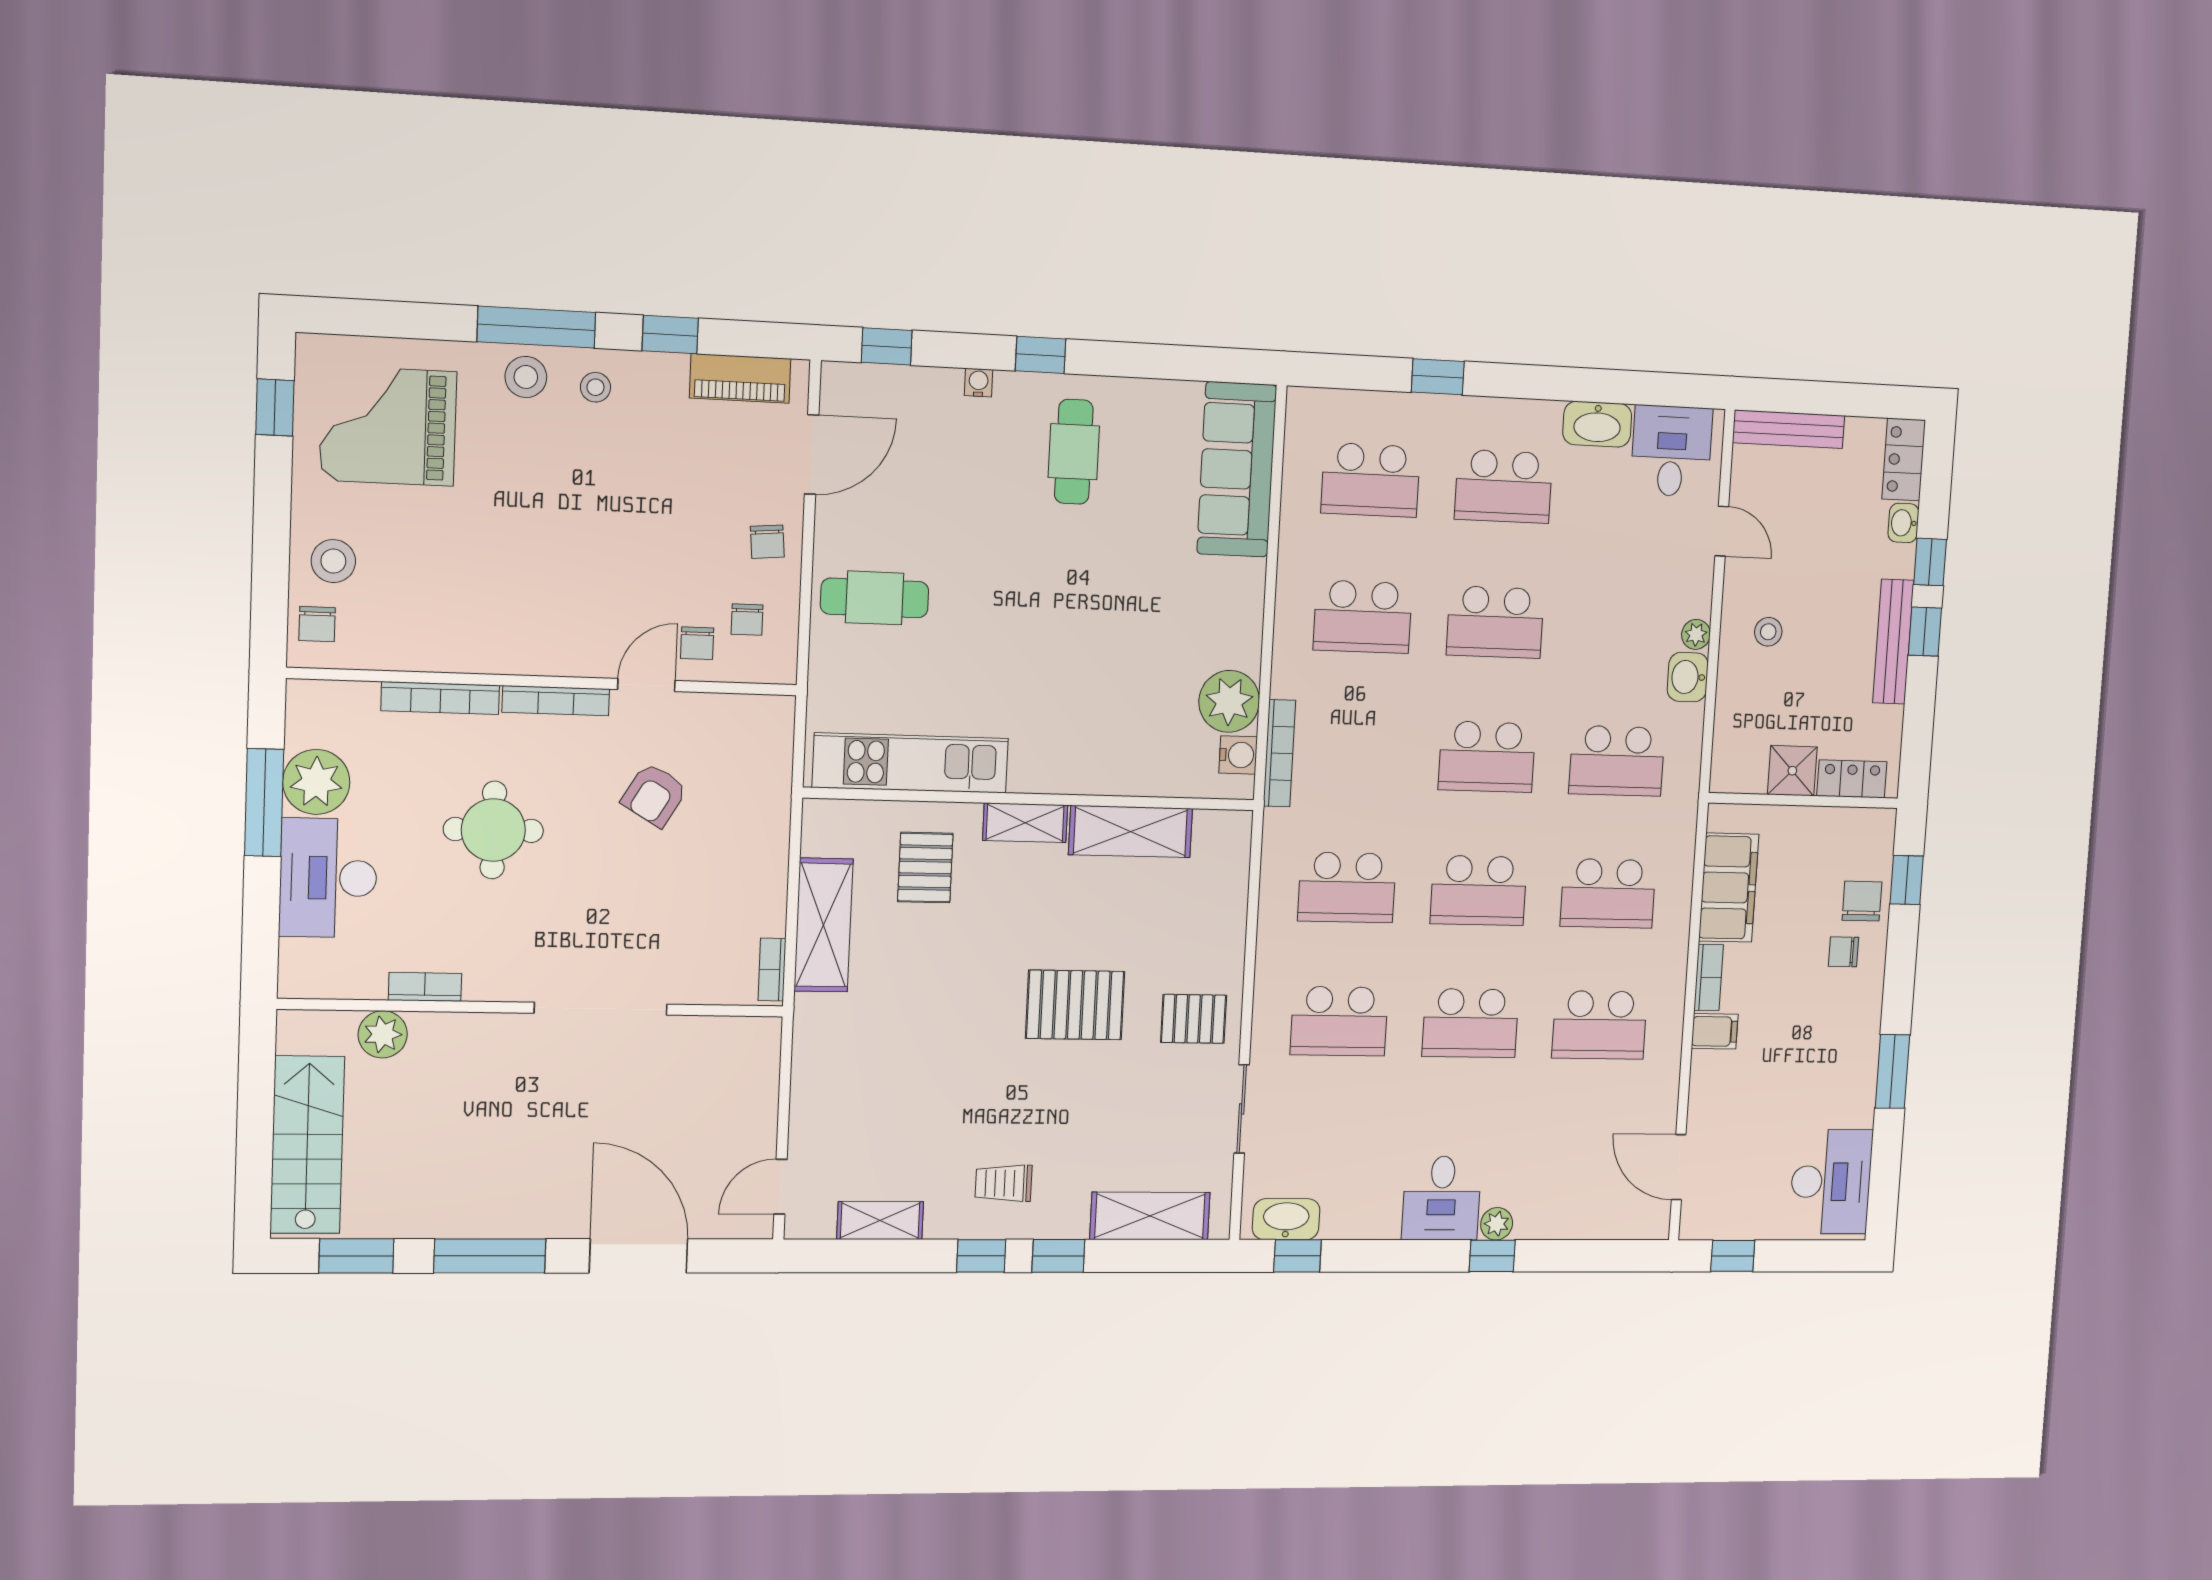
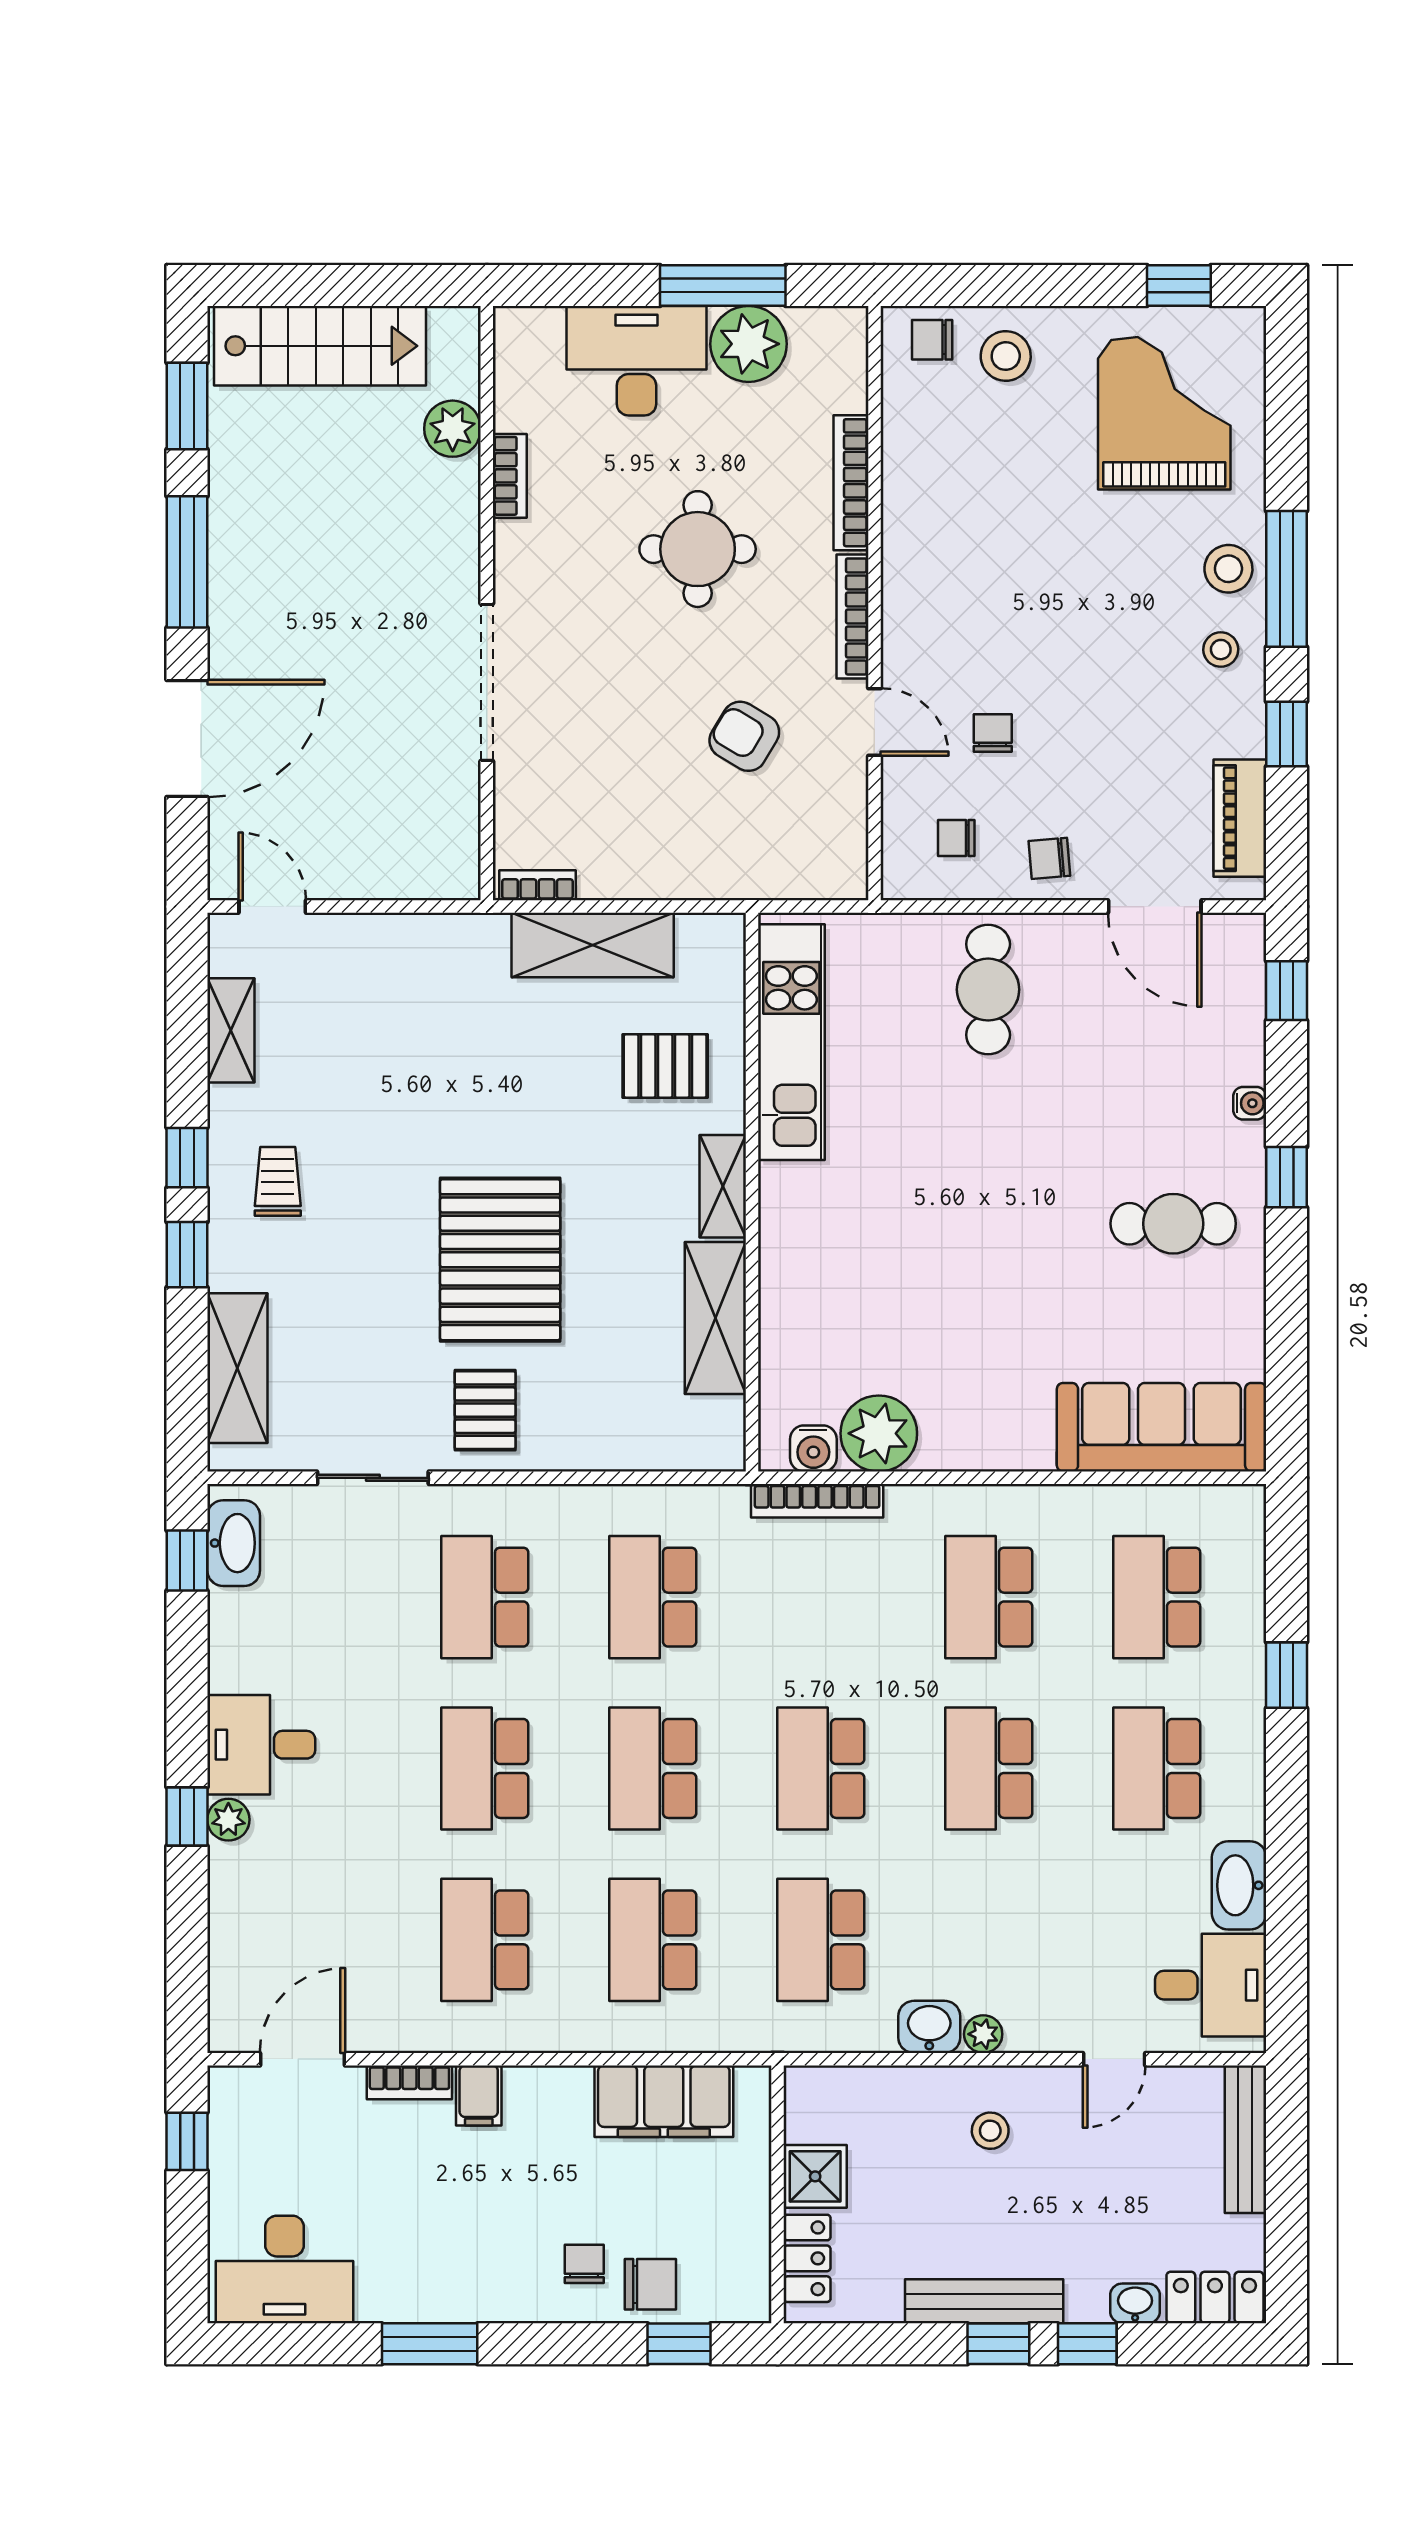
chair: (697, 643) -> (993, 733), moved, turned 90
bookcase: (1709, 977) -> (409, 2082), moved
pallet: (1075, 1005) -> (500, 1260), width x1.37, depth x1.41

